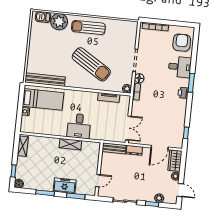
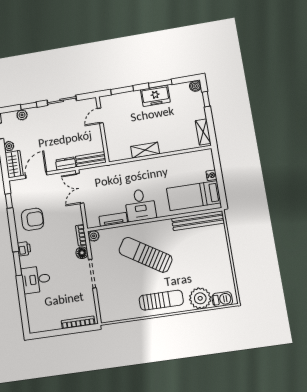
armchair: (182, 43) -> (32, 219), moved, turned -90
desk: (79, 126) -> (140, 205), moved, turned 180
freezer: (65, 186) -> (155, 96), moved

